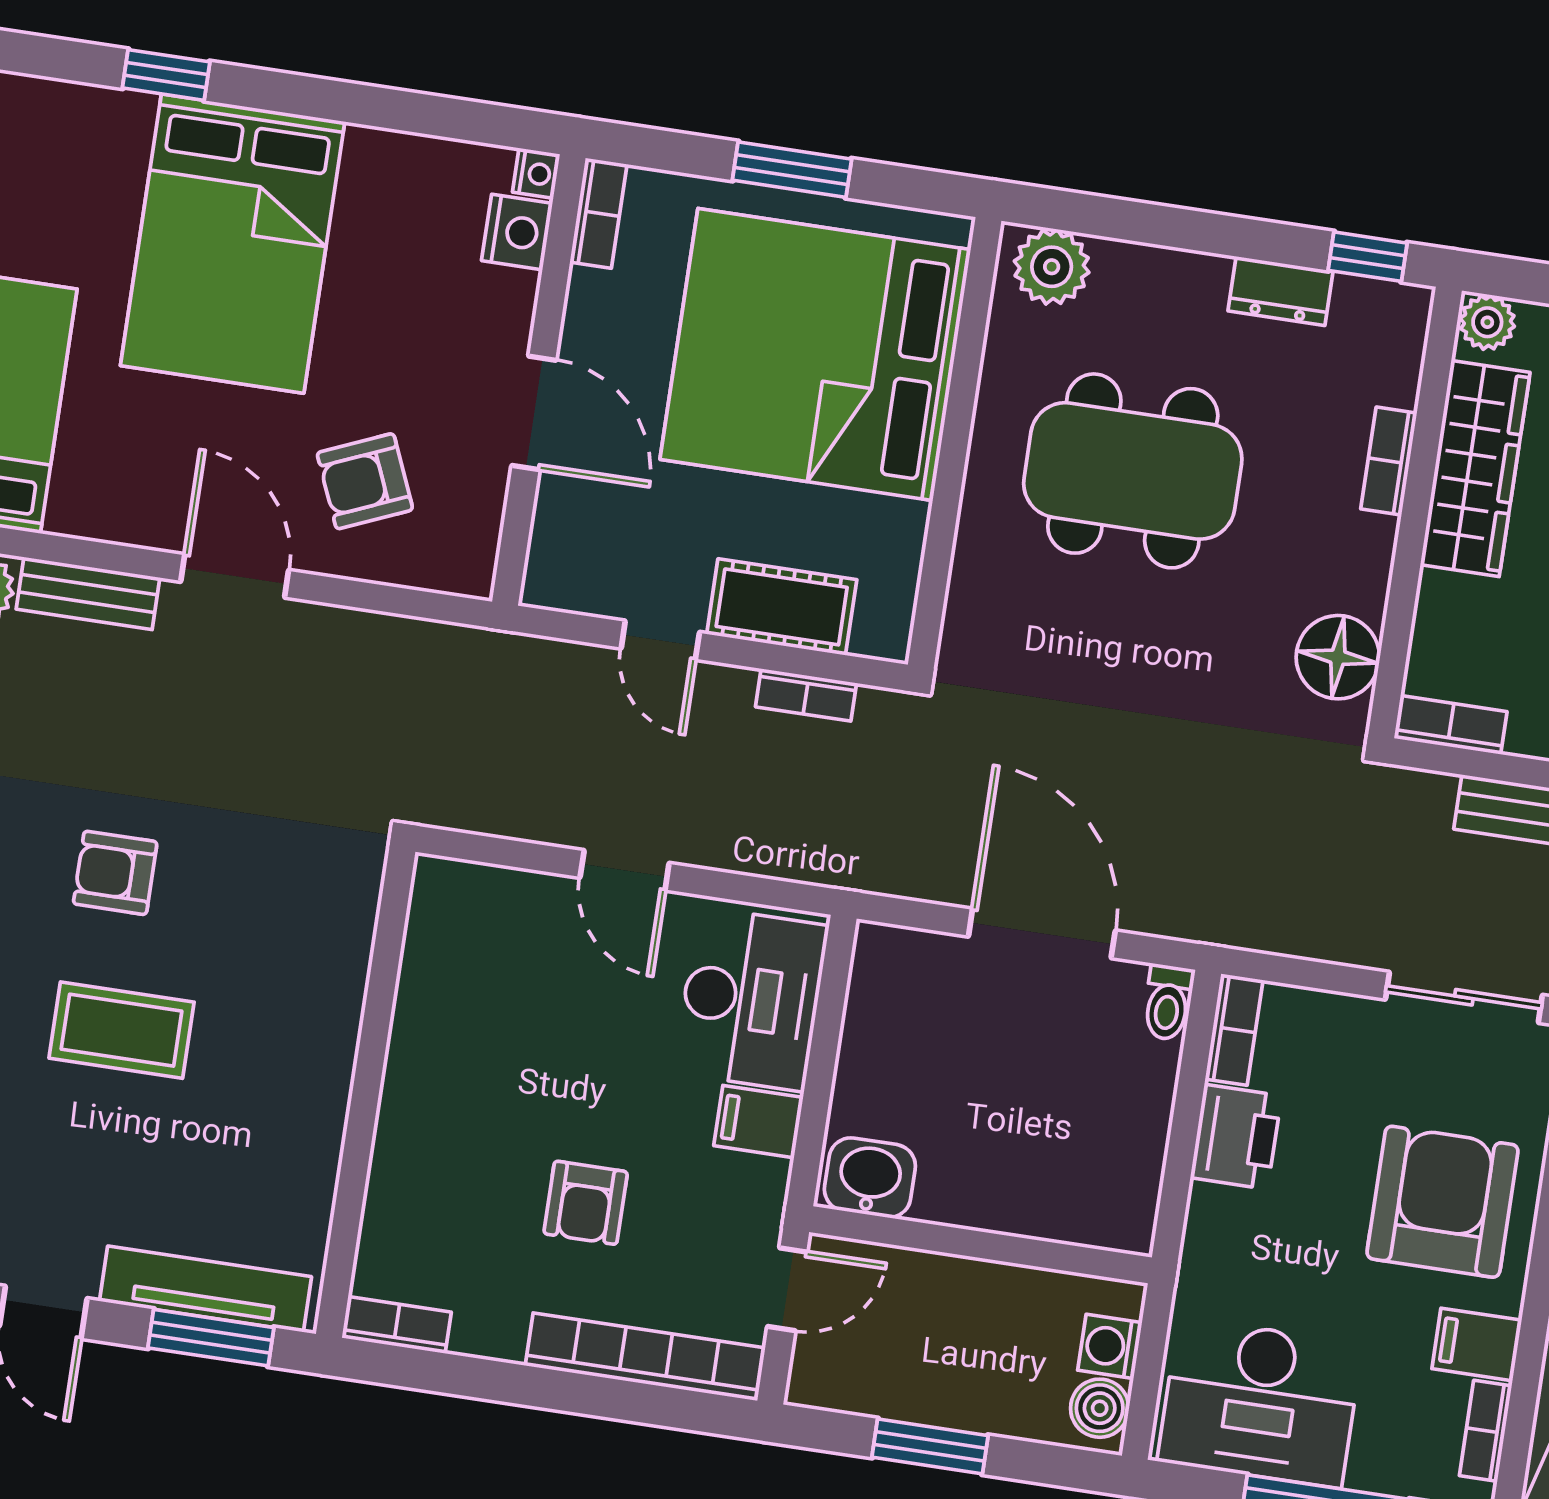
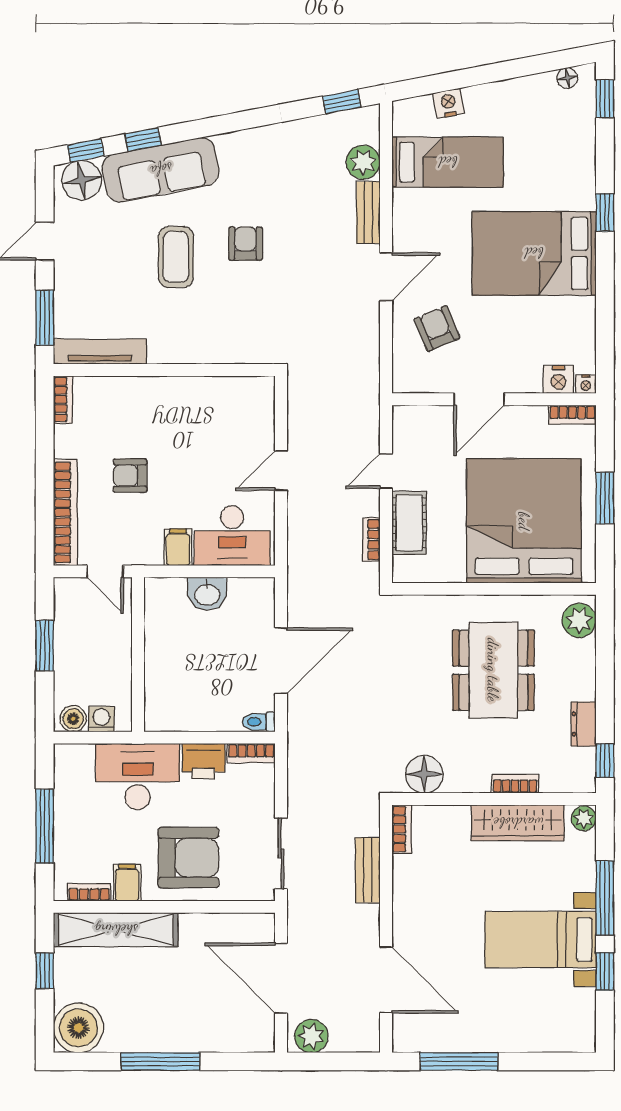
washbasin: (870, 1178) -> (207, 594), moved, turned 90
tv unit: (205, 1289) -> (100, 352), moved, turned -90
desk: (1260, 1402) -> (138, 777), moved, turned 90

